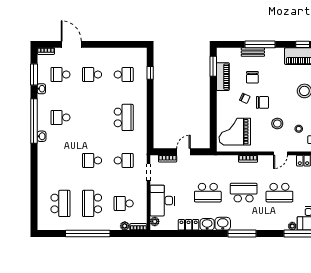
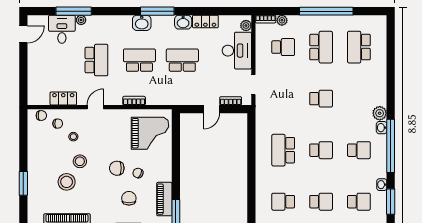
window: (150, 73) -> (251, 203), removed
stool: (277, 124) -> (80, 161), moved
plant: (43, 148) -> (380, 113), added
school desk: (124, 160) -> (321, 150), moved, turned 180
school desk: (244, 193) -> (139, 60), turned 180
school desk: (279, 193) -> (96, 60), turned 90
washbasin: (223, 224) -> (142, 23), moved
window: (242, 234) -> (157, 11), moved

